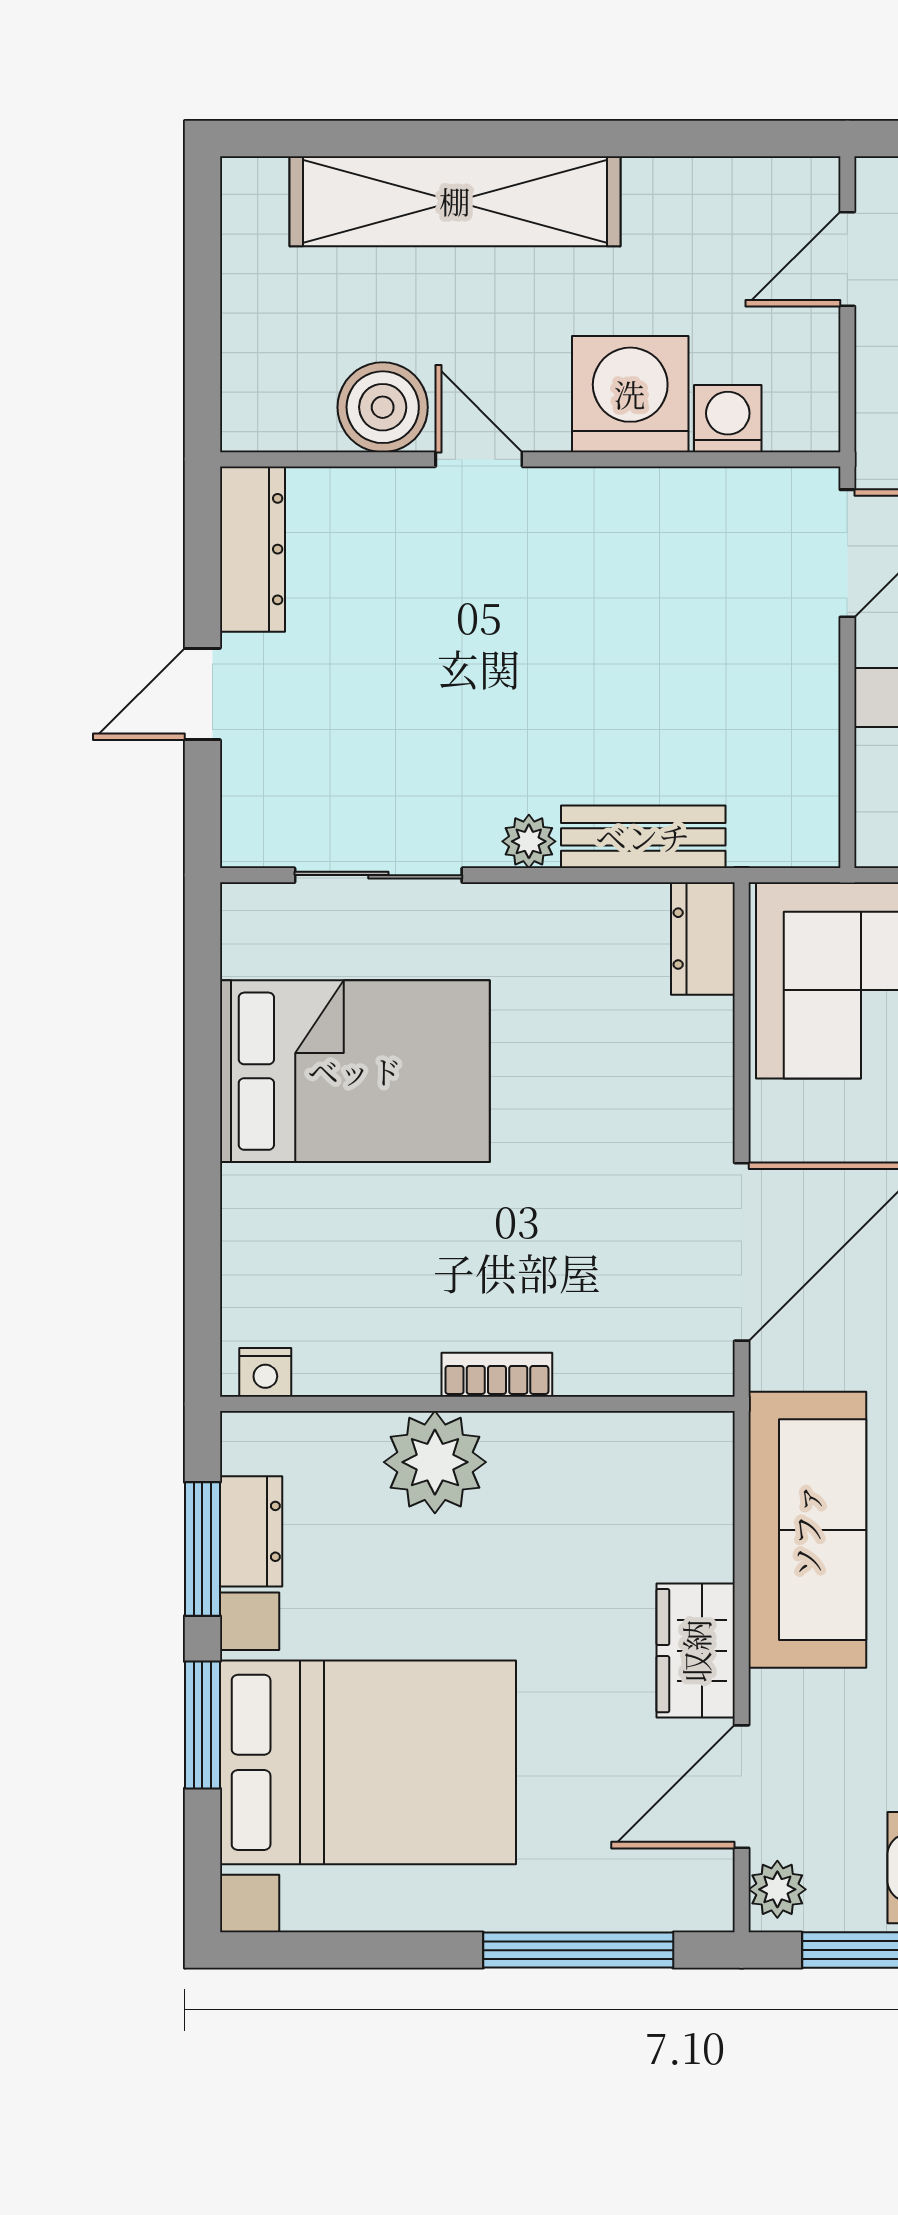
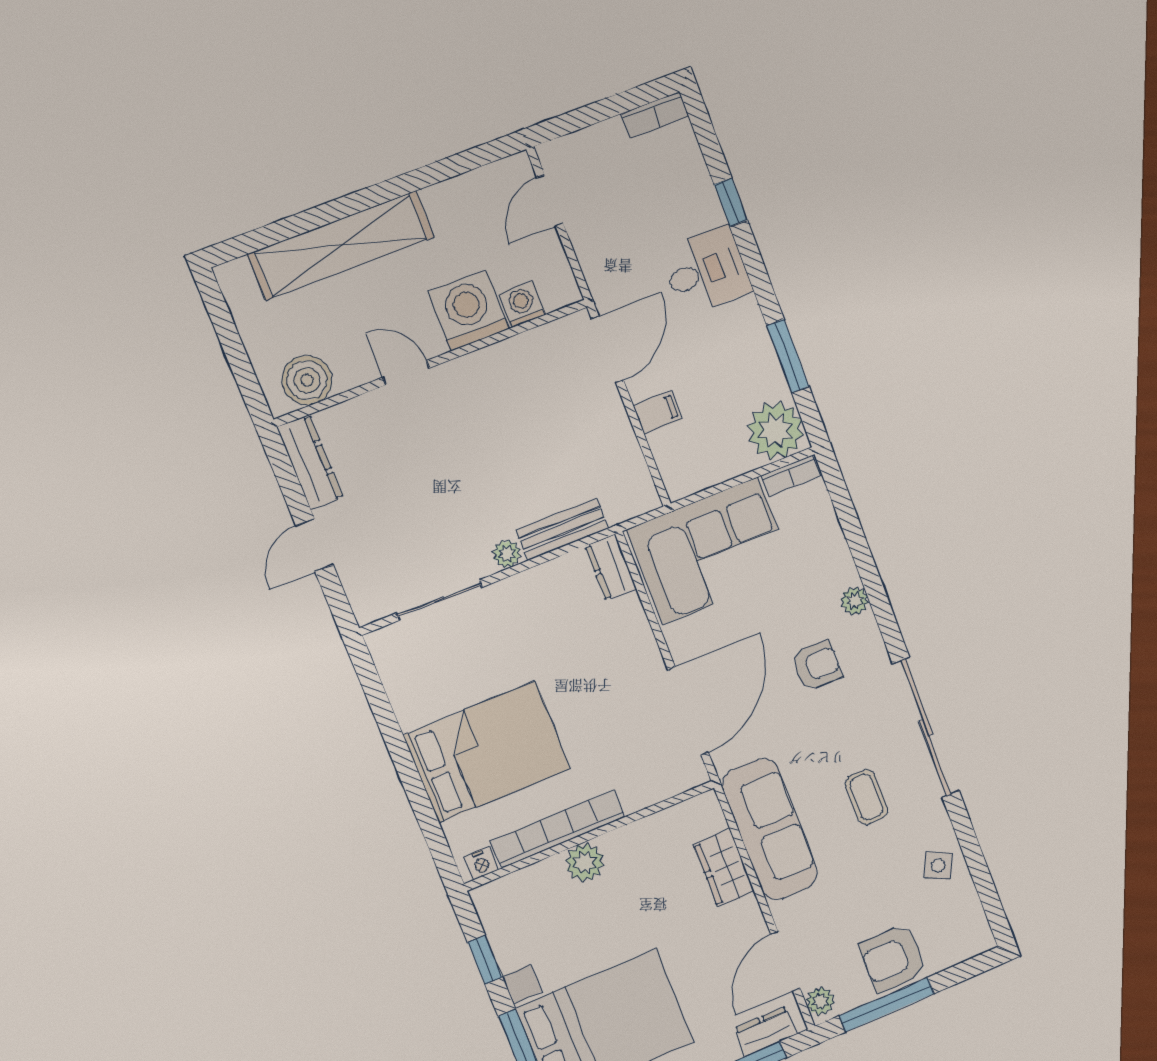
boiler: (383, 407) -> (307, 380), moved
bed: (355, 1071) -> (487, 752), moved
bookcase: (497, 1375) -> (558, 829), width x2.31, depth x1.31
plant: (435, 1462) -> (585, 863), width x0.73, depth x0.73
dresser: (251, 1531) -> (766, 1031), moved, turned -90
window: (202, 1549) -> (485, 960), width x0.67
wardrobe: (696, 1651) -> (724, 868), moved

